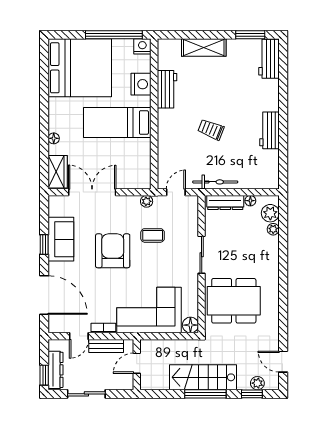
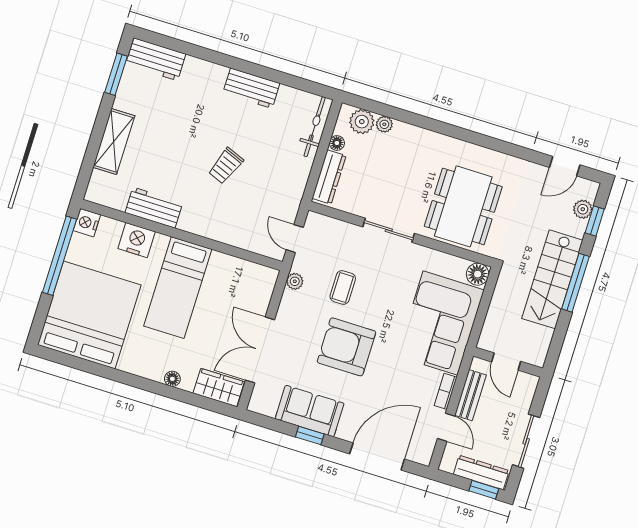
bicycle: (215, 182) -> (315, 127), moved

